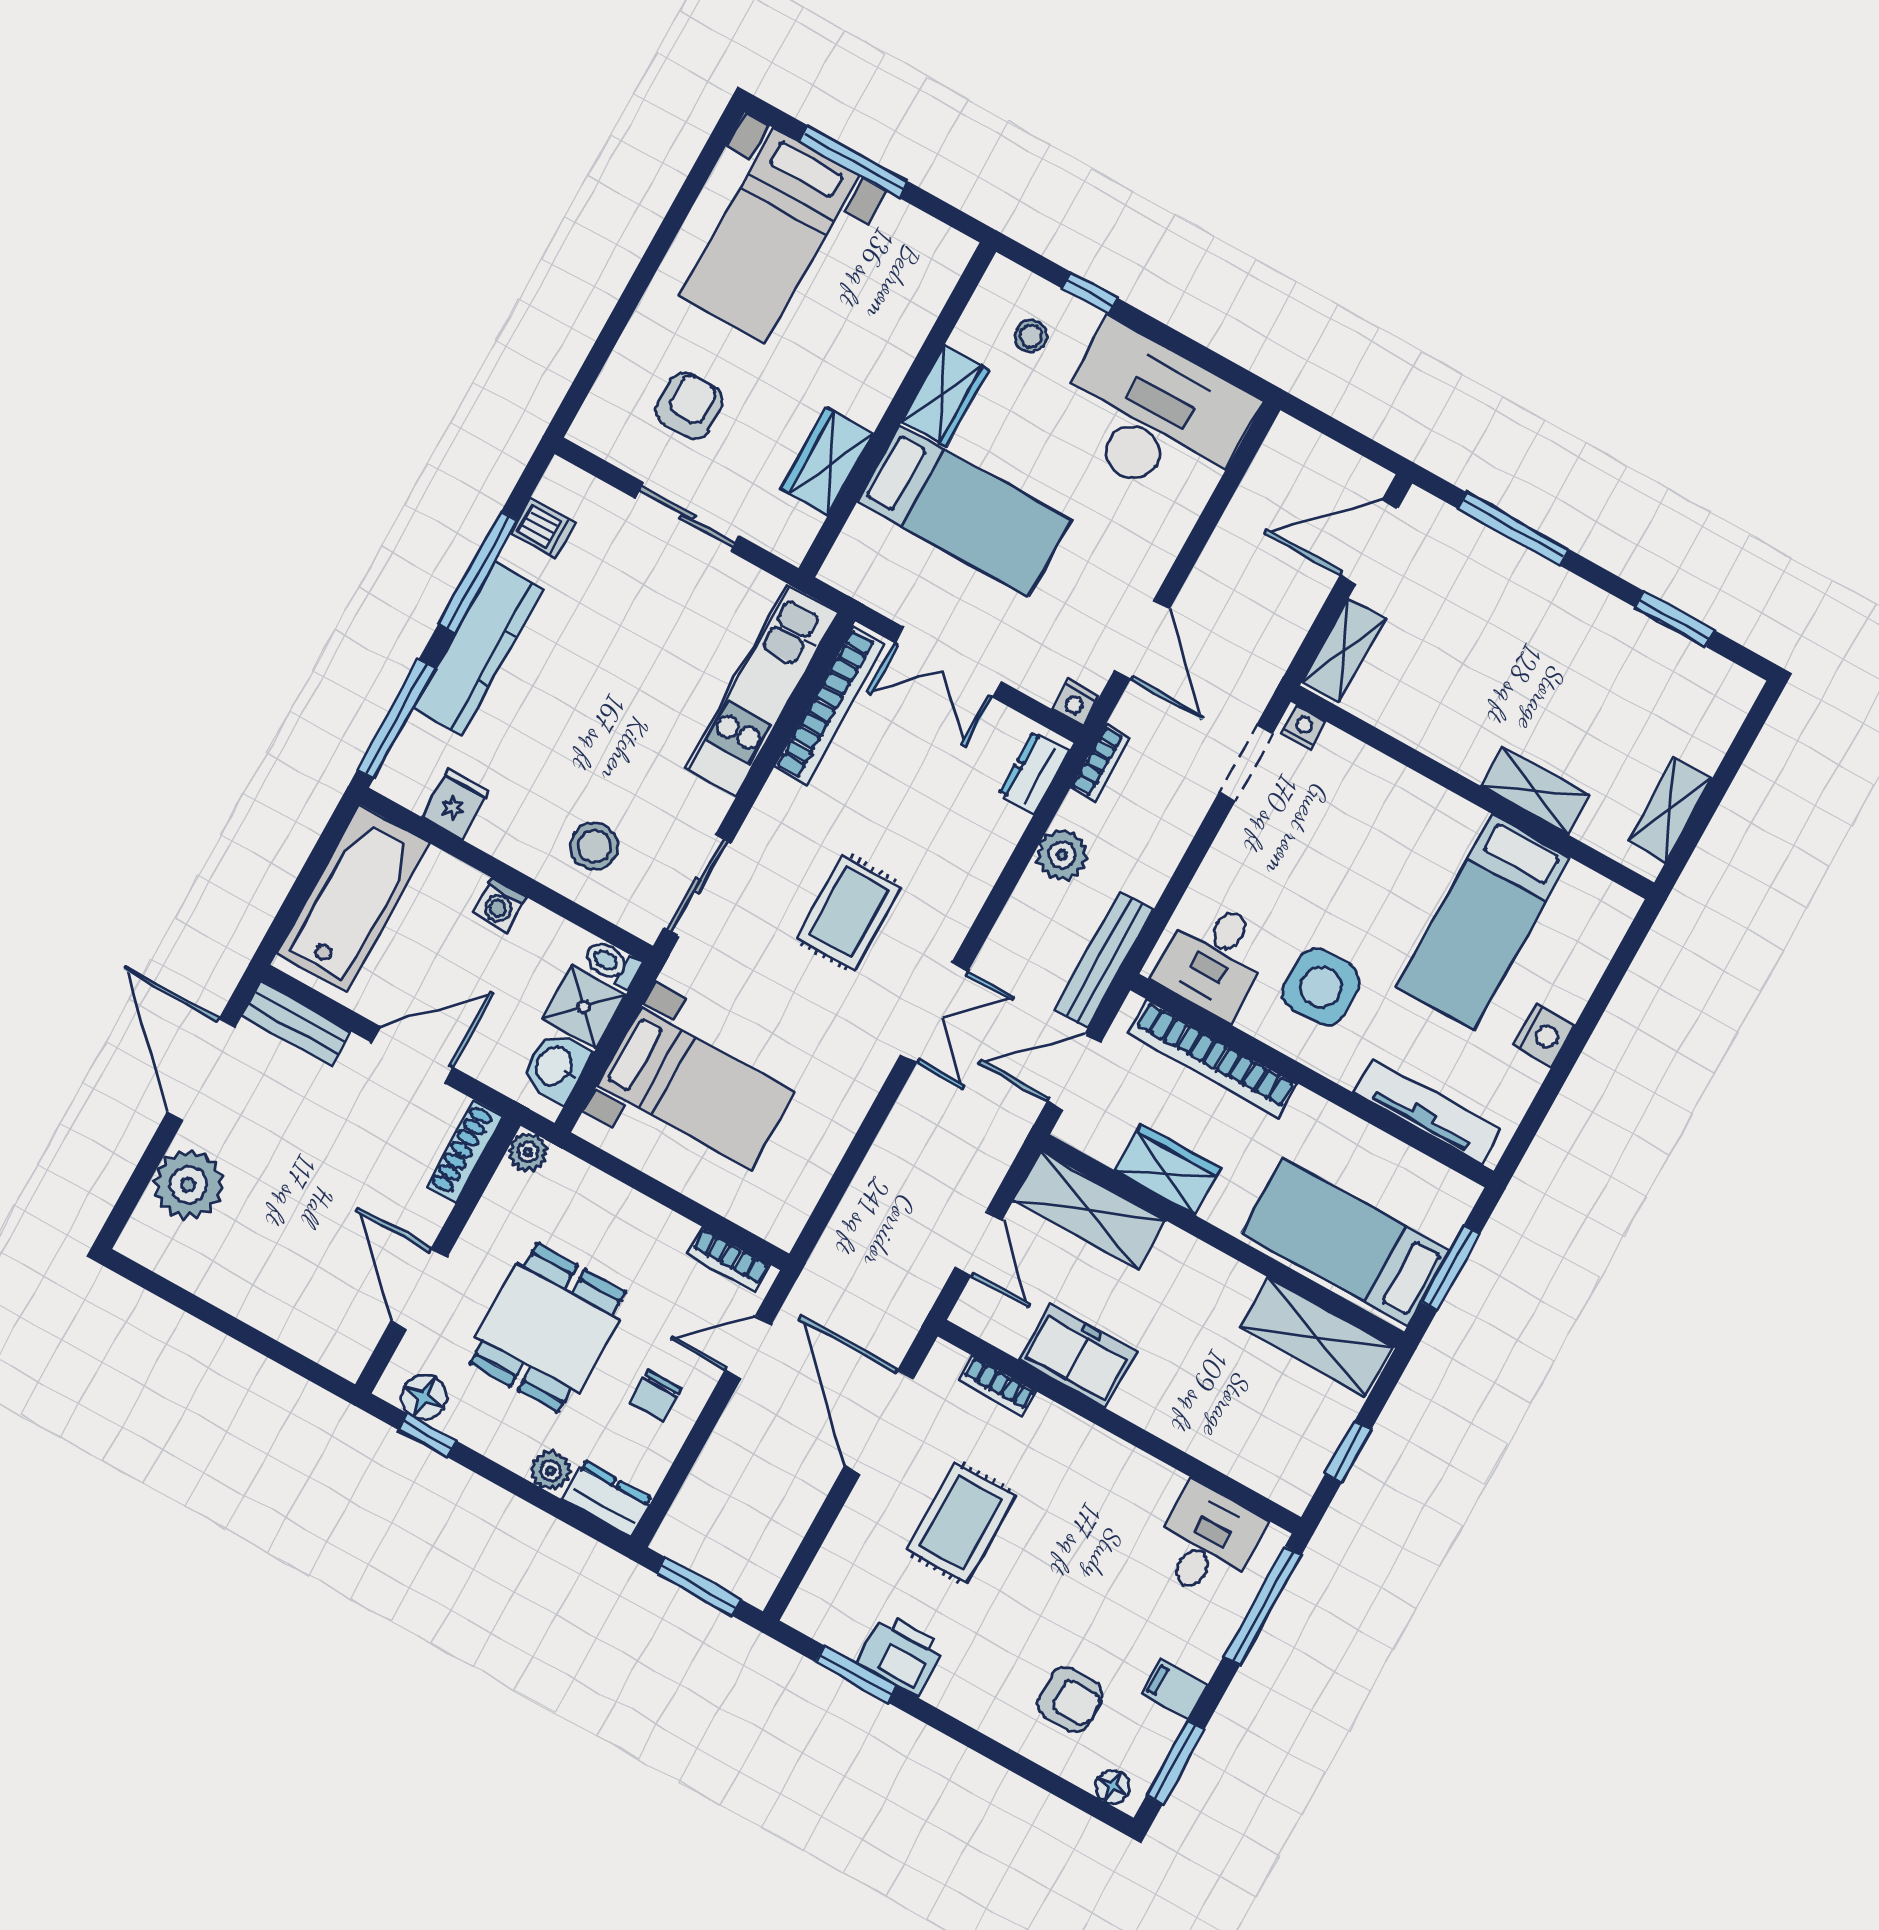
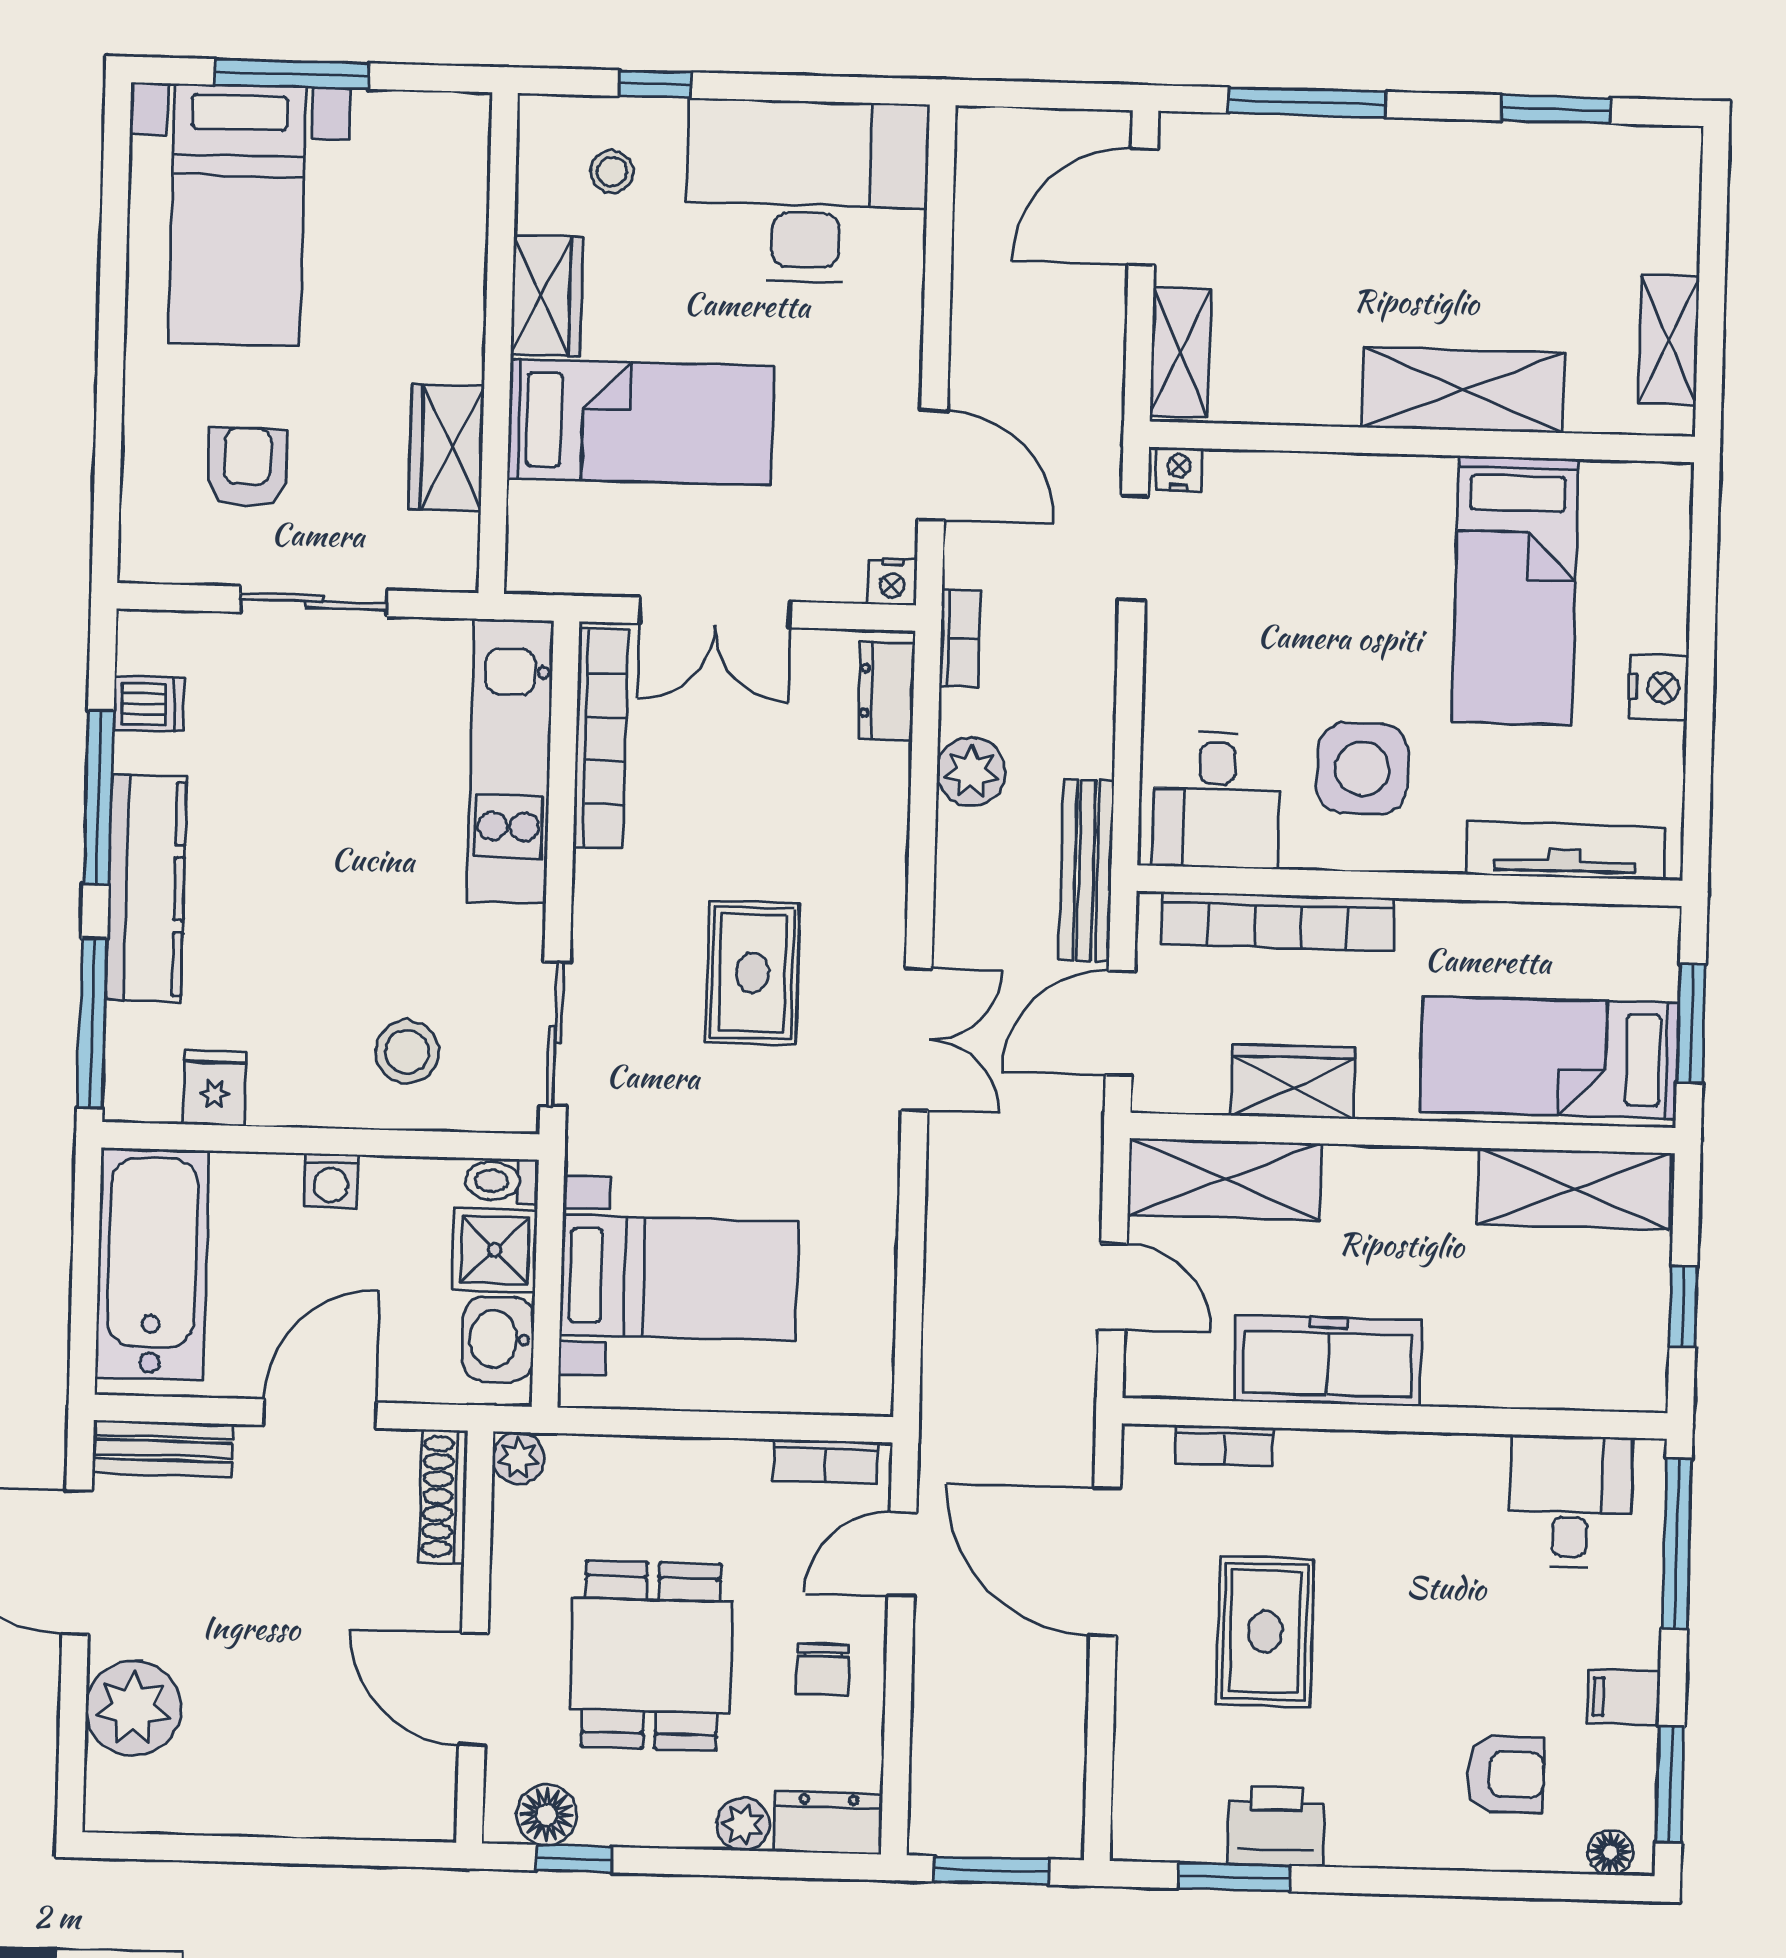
shelving: (1535, 791) -> (1463, 390), width x1.50, depth x1.33
freezer: (1078, 1356) -> (1328, 1361), width x1.40

